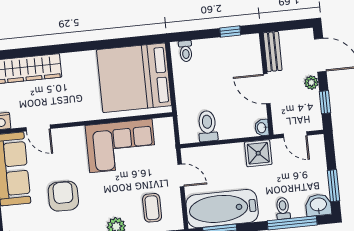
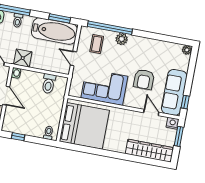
armchair: (63, 196) -> (144, 79), moved

